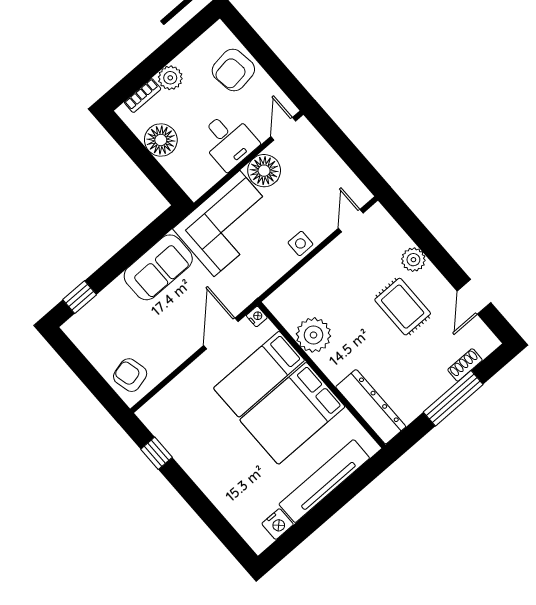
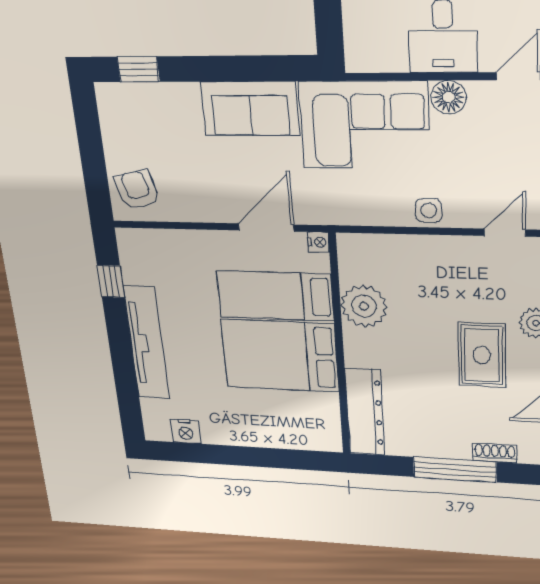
floor lamp: (264, 171) -> (448, 97), width x0.73, depth x0.73
tv unit: (324, 481) -> (146, 343), moved, turned 90

